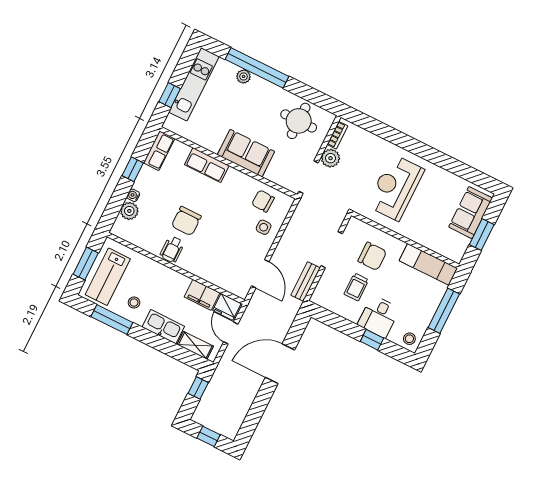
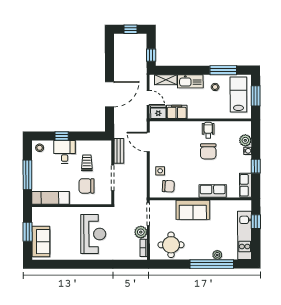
chair: (186, 221) -> (208, 151), turned 180

